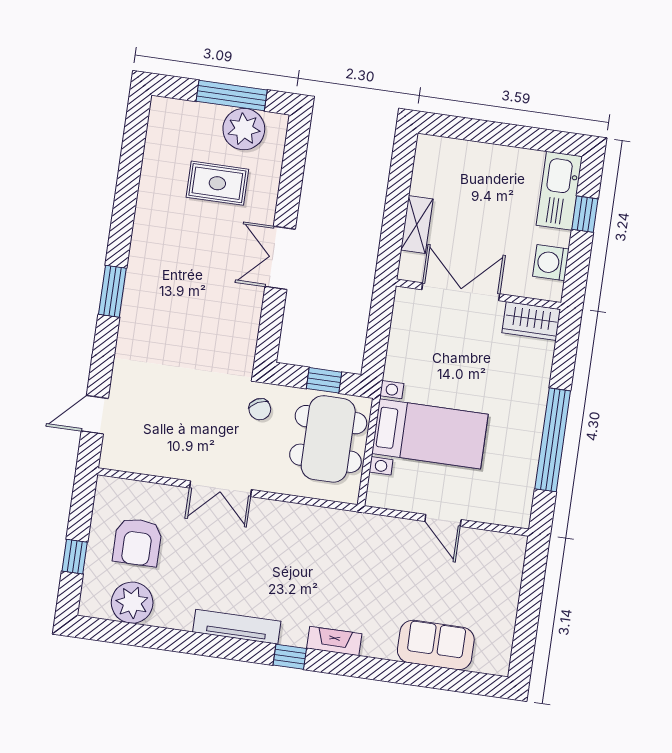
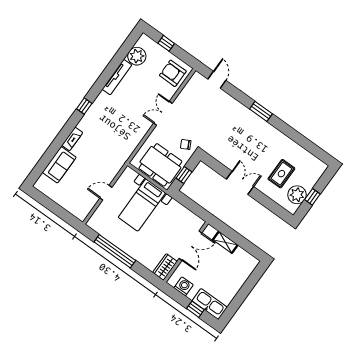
window: (232, 96) -> (312, 197), width x0.46
armchair: (137, 542) -> (173, 73), moved
tv unit: (237, 627) -> (117, 77), moved
fireplace: (334, 641) -> (72, 139), moved

